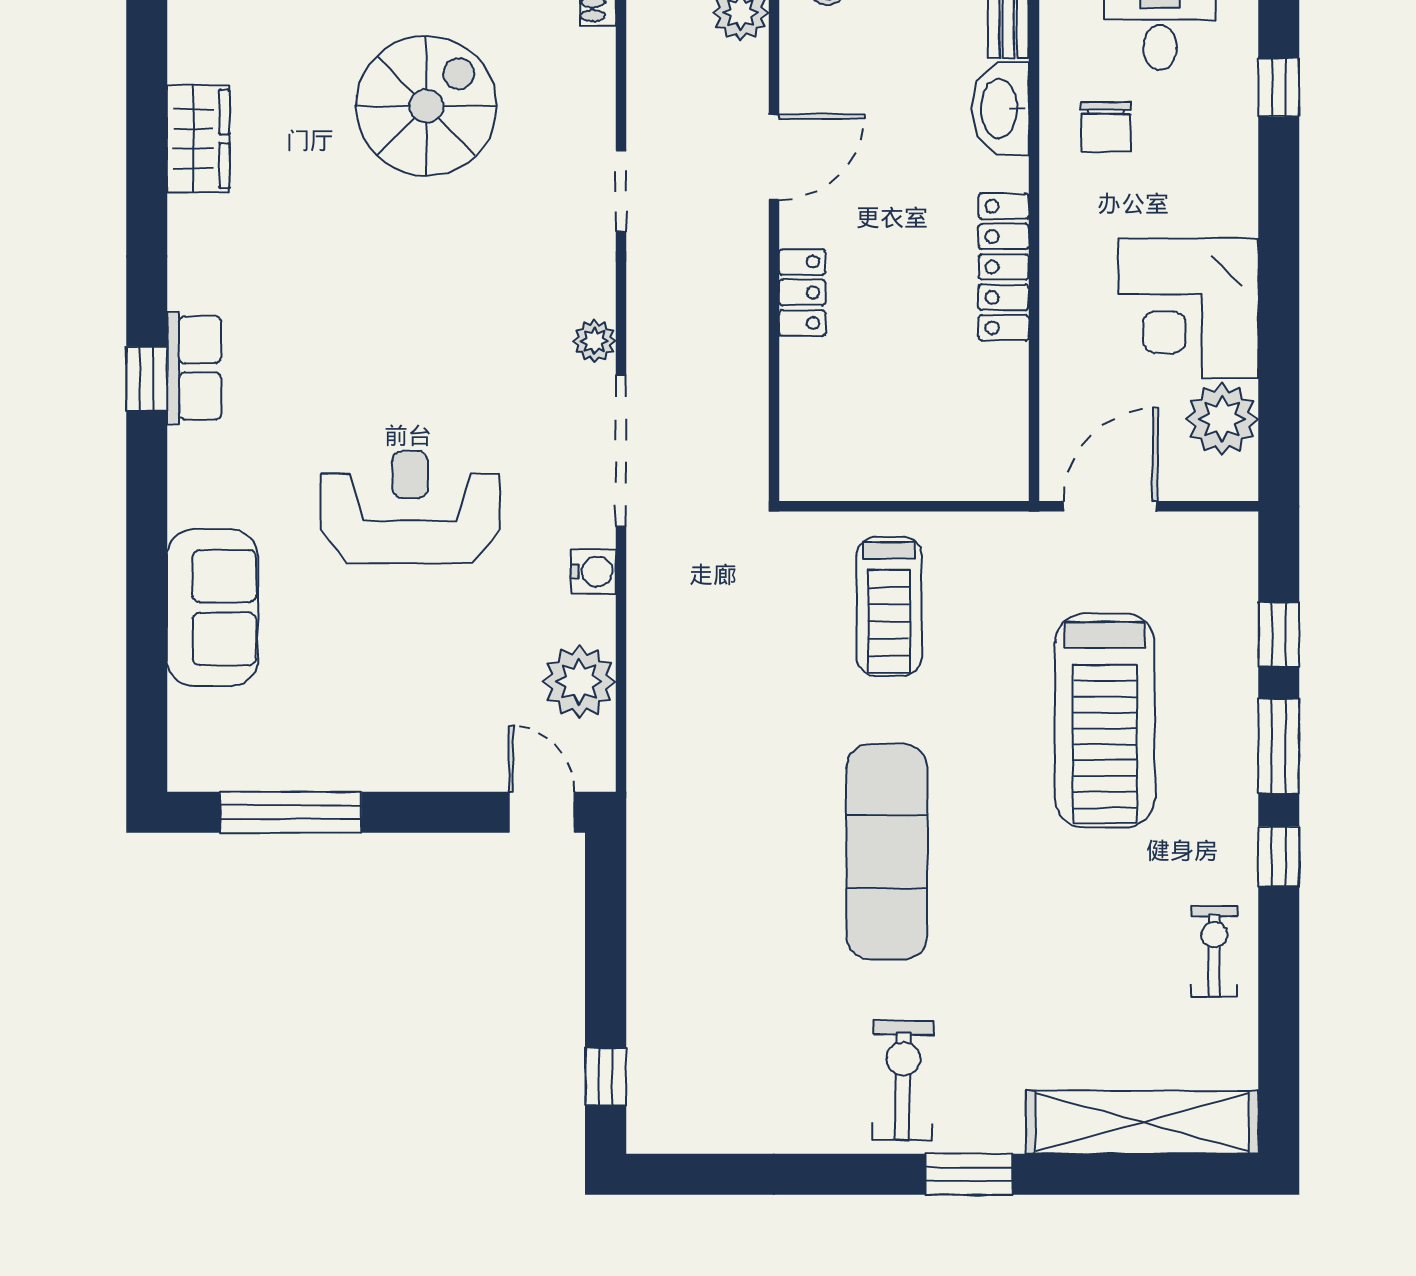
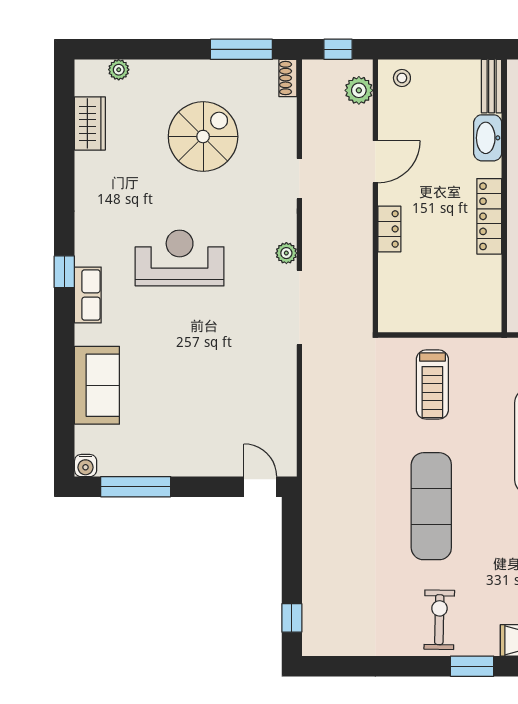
wardrobe: (198, 139) -> (90, 123), moved
row of seats: (194, 368) -> (88, 295), moved
reception desk: (410, 507) -> (180, 258), moved
water cooler: (594, 572) -> (86, 466), moved, turned 90
plant: (579, 682) -> (279, 422), removed

